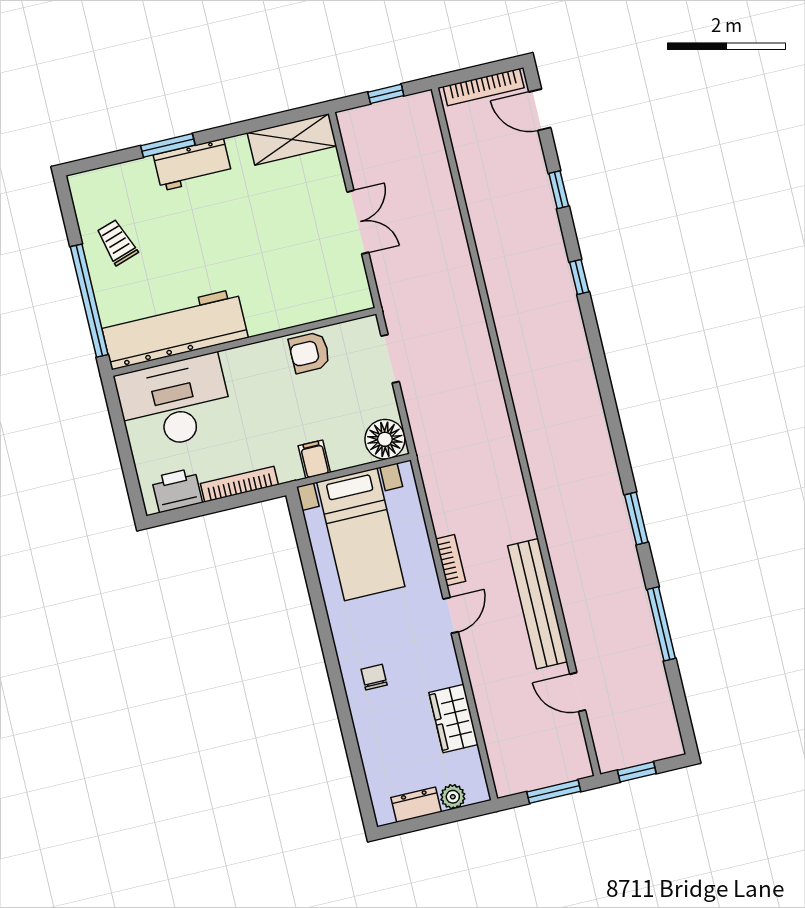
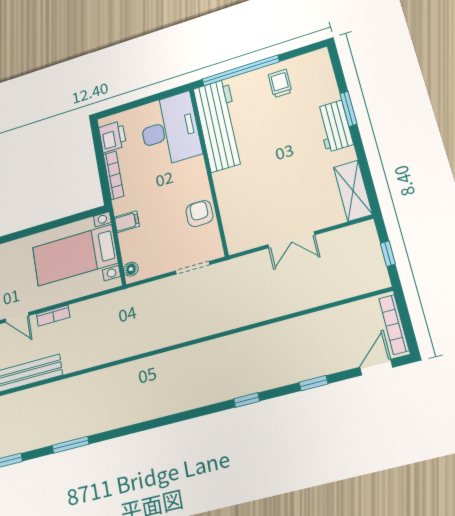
trolley: (117, 242) -> (280, 83), turned -72
floor lamp: (385, 439) -> (131, 269), width x0.53, depth x0.53

